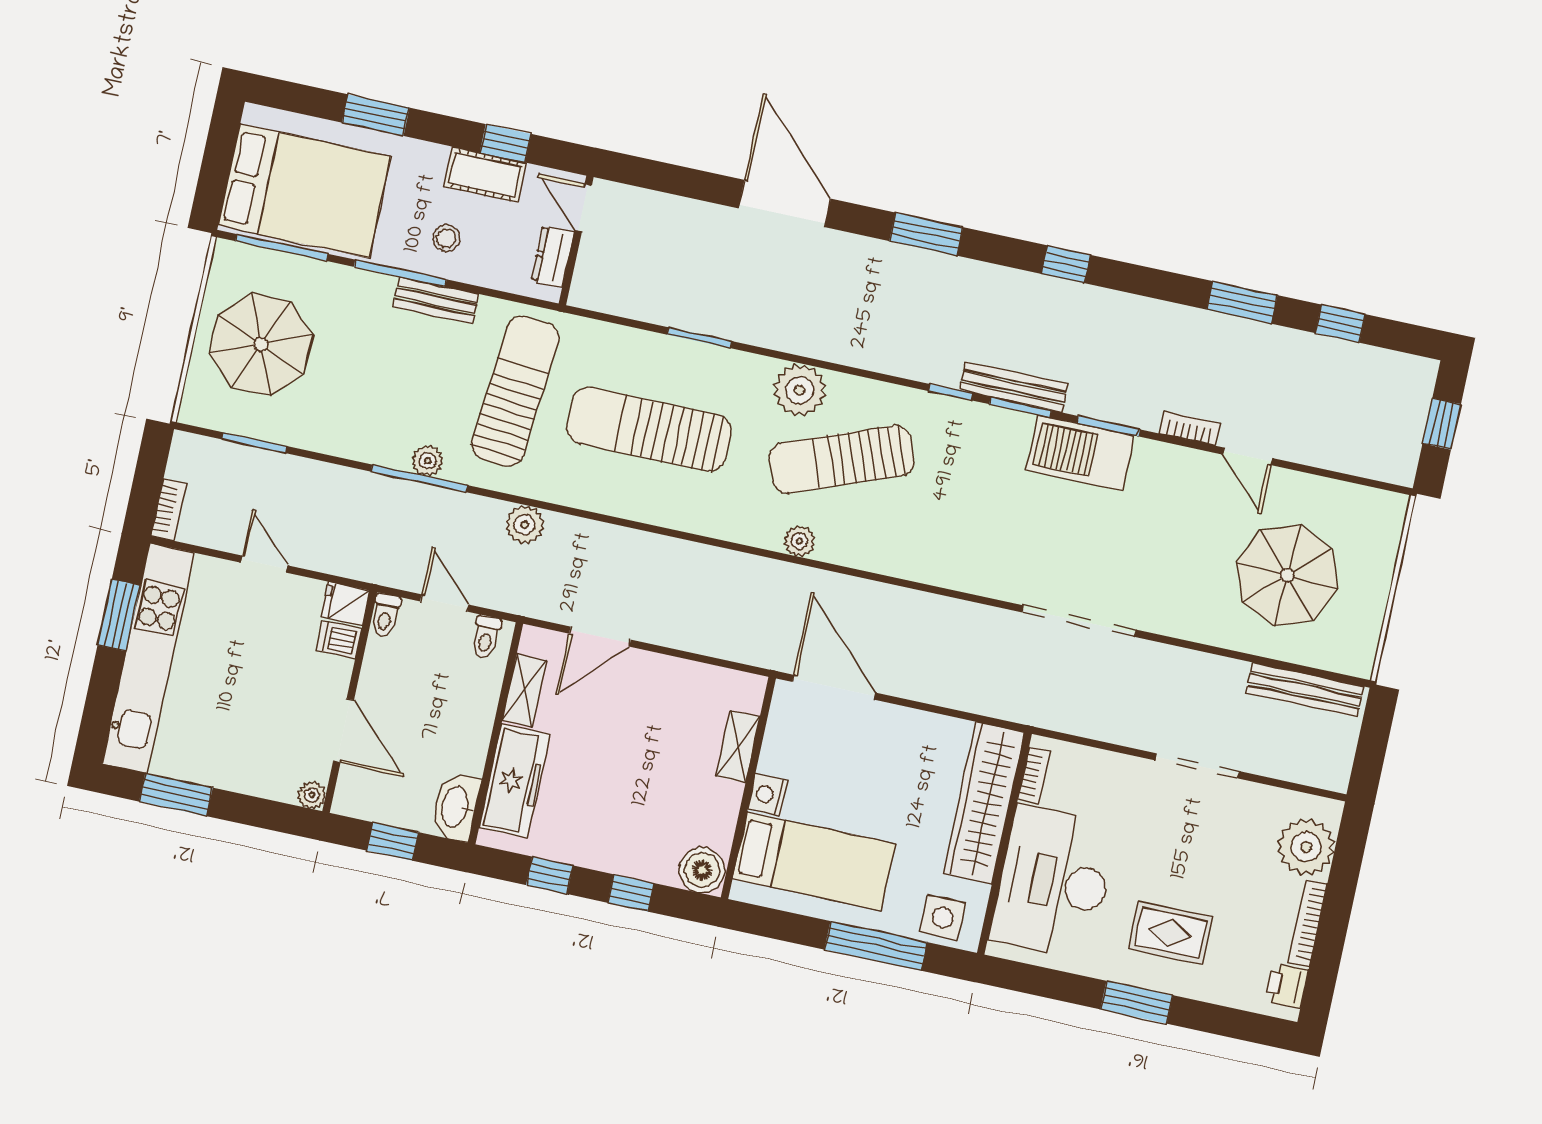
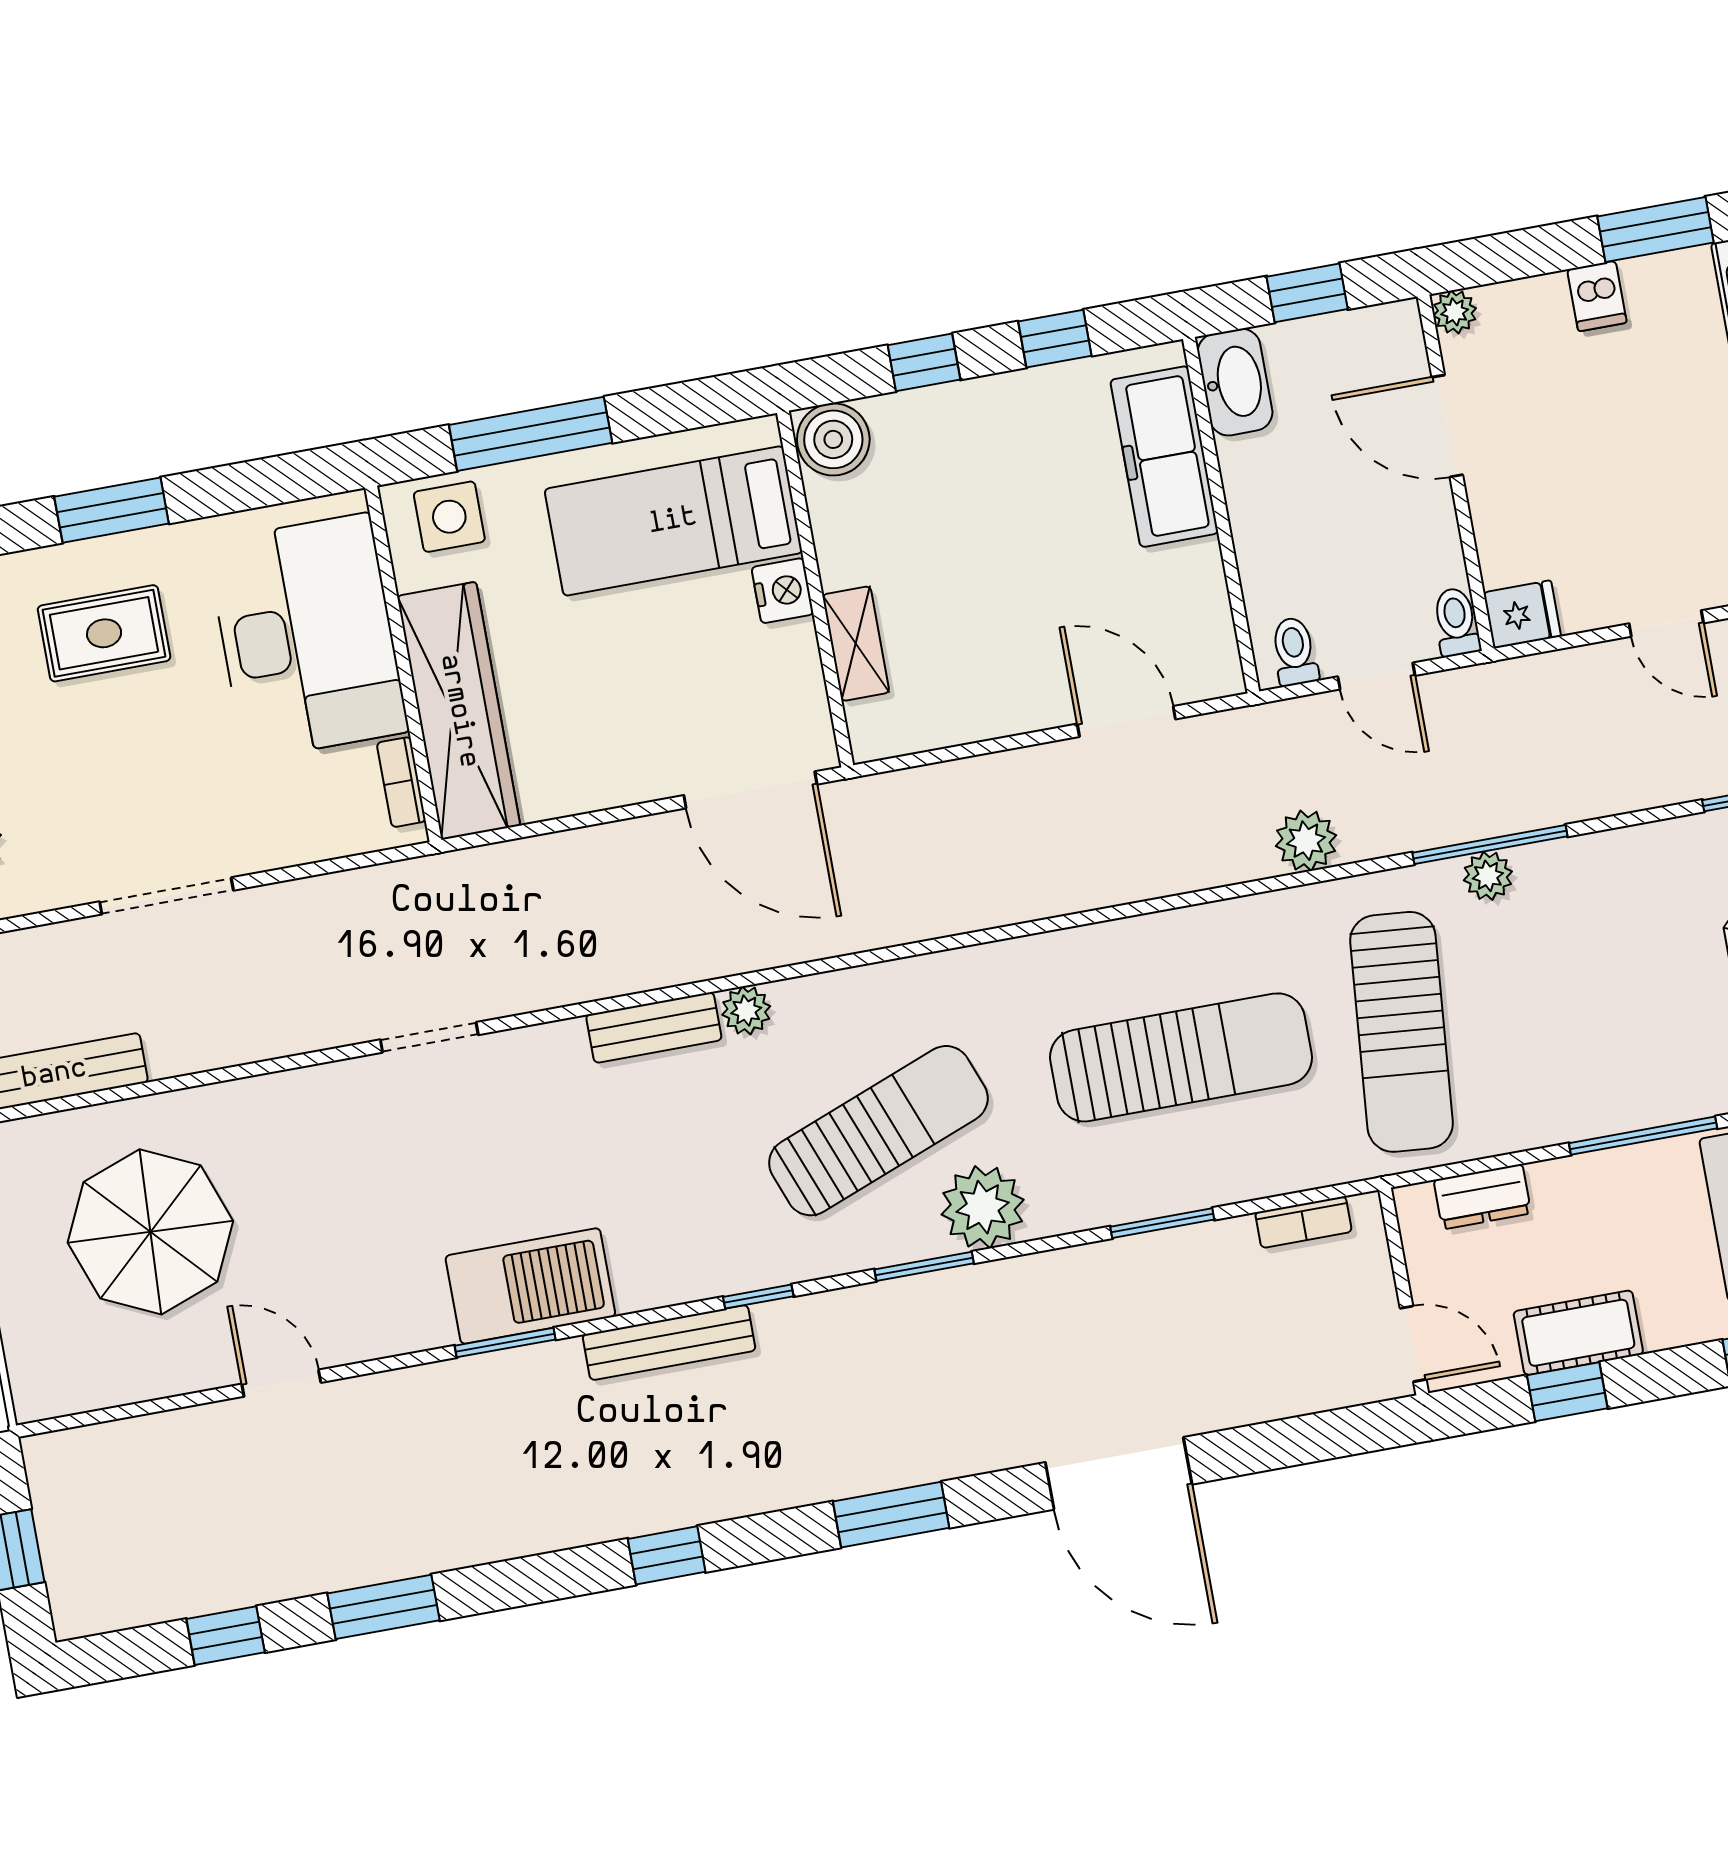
stool: (446, 238) -> (1596, 1215), removed
dresser: (553, 257) -> (1482, 1197), moved, turned 90
bench: (436, 300) -> (654, 1028), moved
window: (1020, 407) -> (924, 1266), moved
bookcase: (1190, 428) -> (1303, 1222), moved
plant: (799, 541) -> (746, 1010), moved
doorway: (1079, 621) -> (429, 1037), width x0.53
door: (600, 637) -> (1126, 722), hinge flipped
dishwasher: (339, 640) -> (1597, 296), moved, turned 90
shelving: (524, 690) -> (1205, 596), removed

